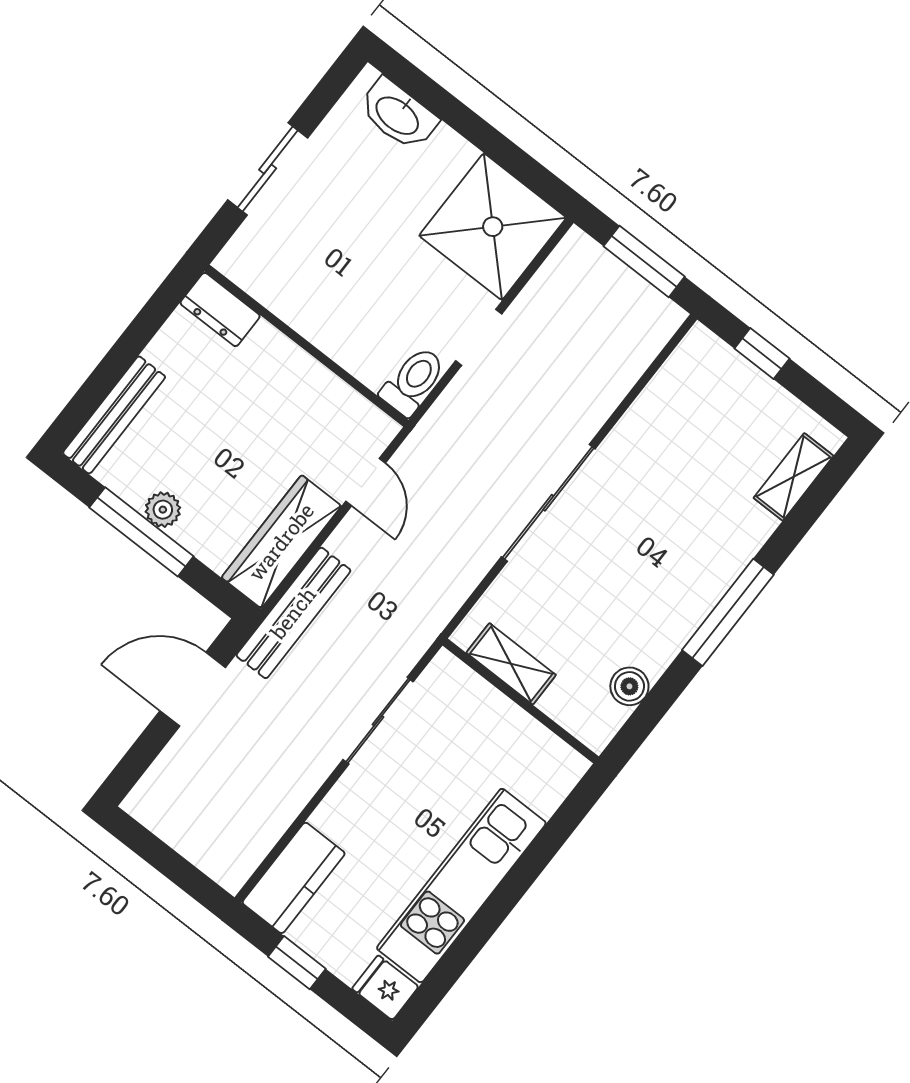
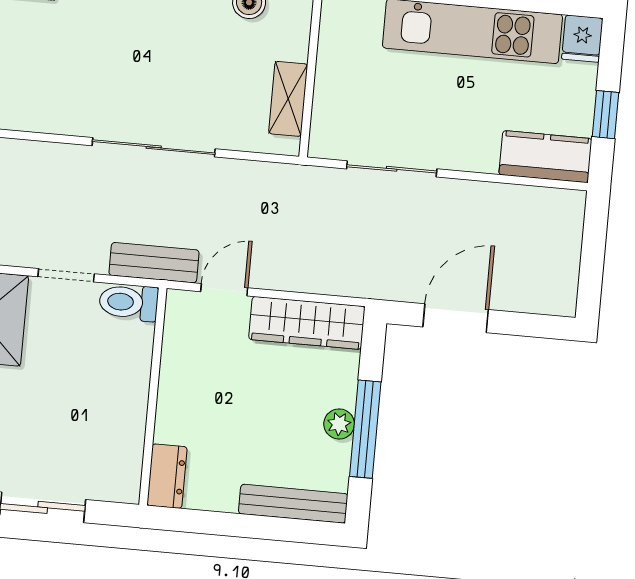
bench: (293, 613) -> (154, 263), moved, width x0.73
door: (193, 689) -> (456, 318), swing flipped

